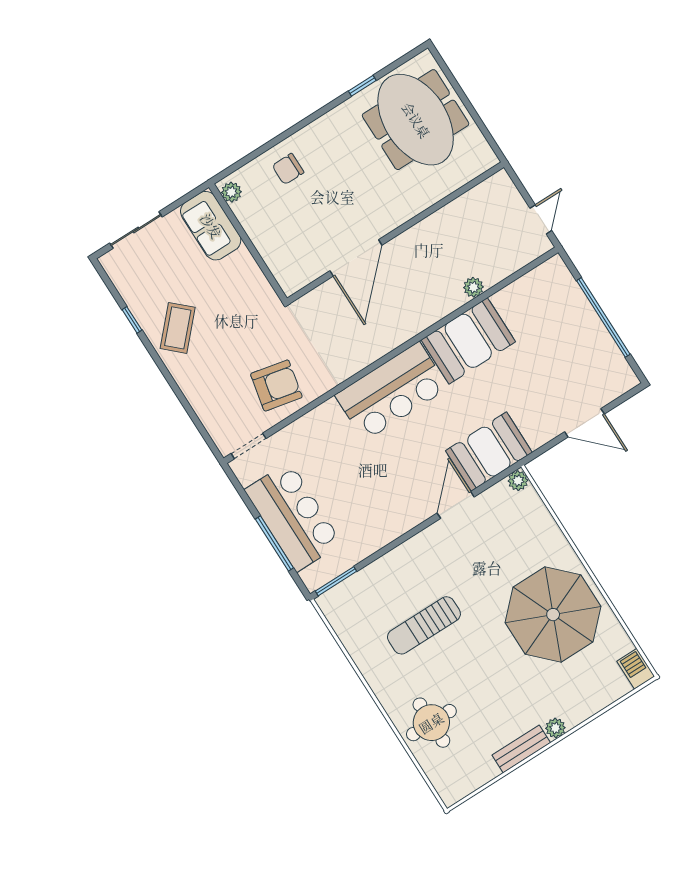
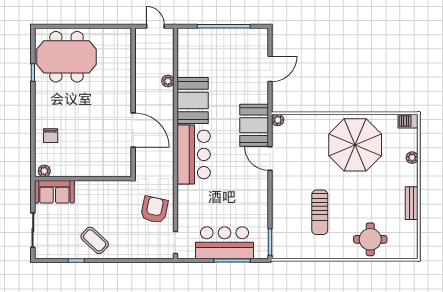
wall: (395, 233) -> (133, 102), moved
door: (356, 258) -> (133, 130), moved
plant: (555, 728) -> (412, 158), moved

